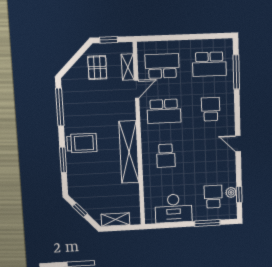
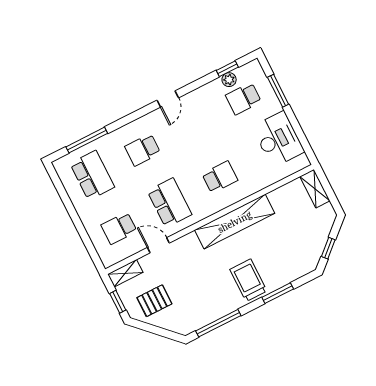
school desk: (162, 66) -> (119, 228), width x0.54
shelving: (128, 67) -> (125, 273), moved
shelving: (115, 220) -> (315, 189), moved

